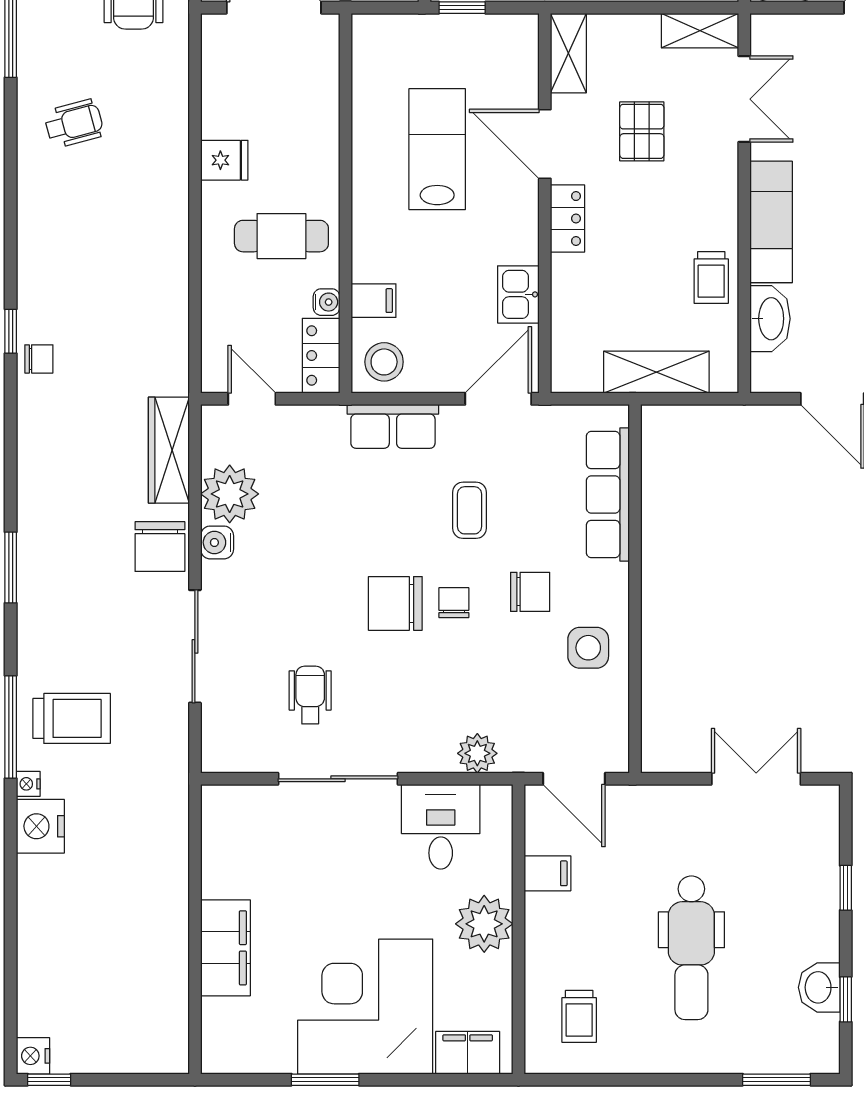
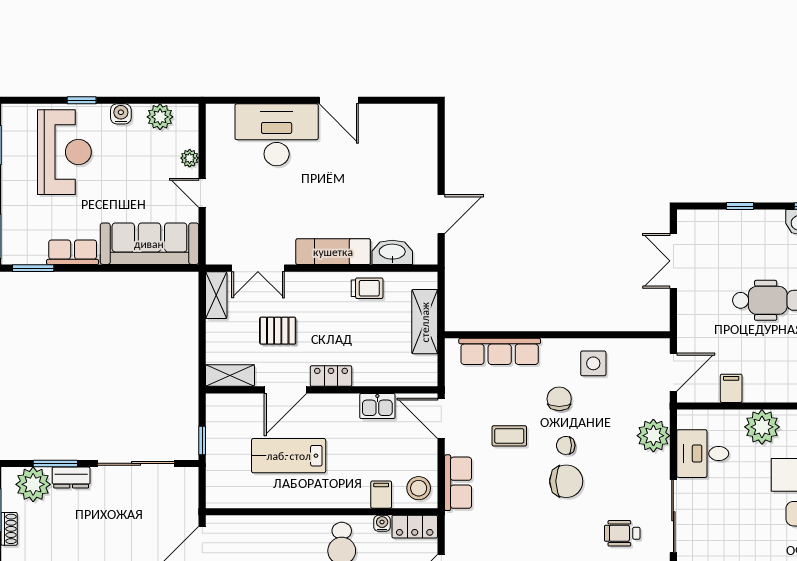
double door: (744, 99) -> (258, 268), swing flipped
chair: (395, 603) -> (566, 481), turned -90
plant: (477, 753) -> (653, 436), width x1.36, depth x1.36

